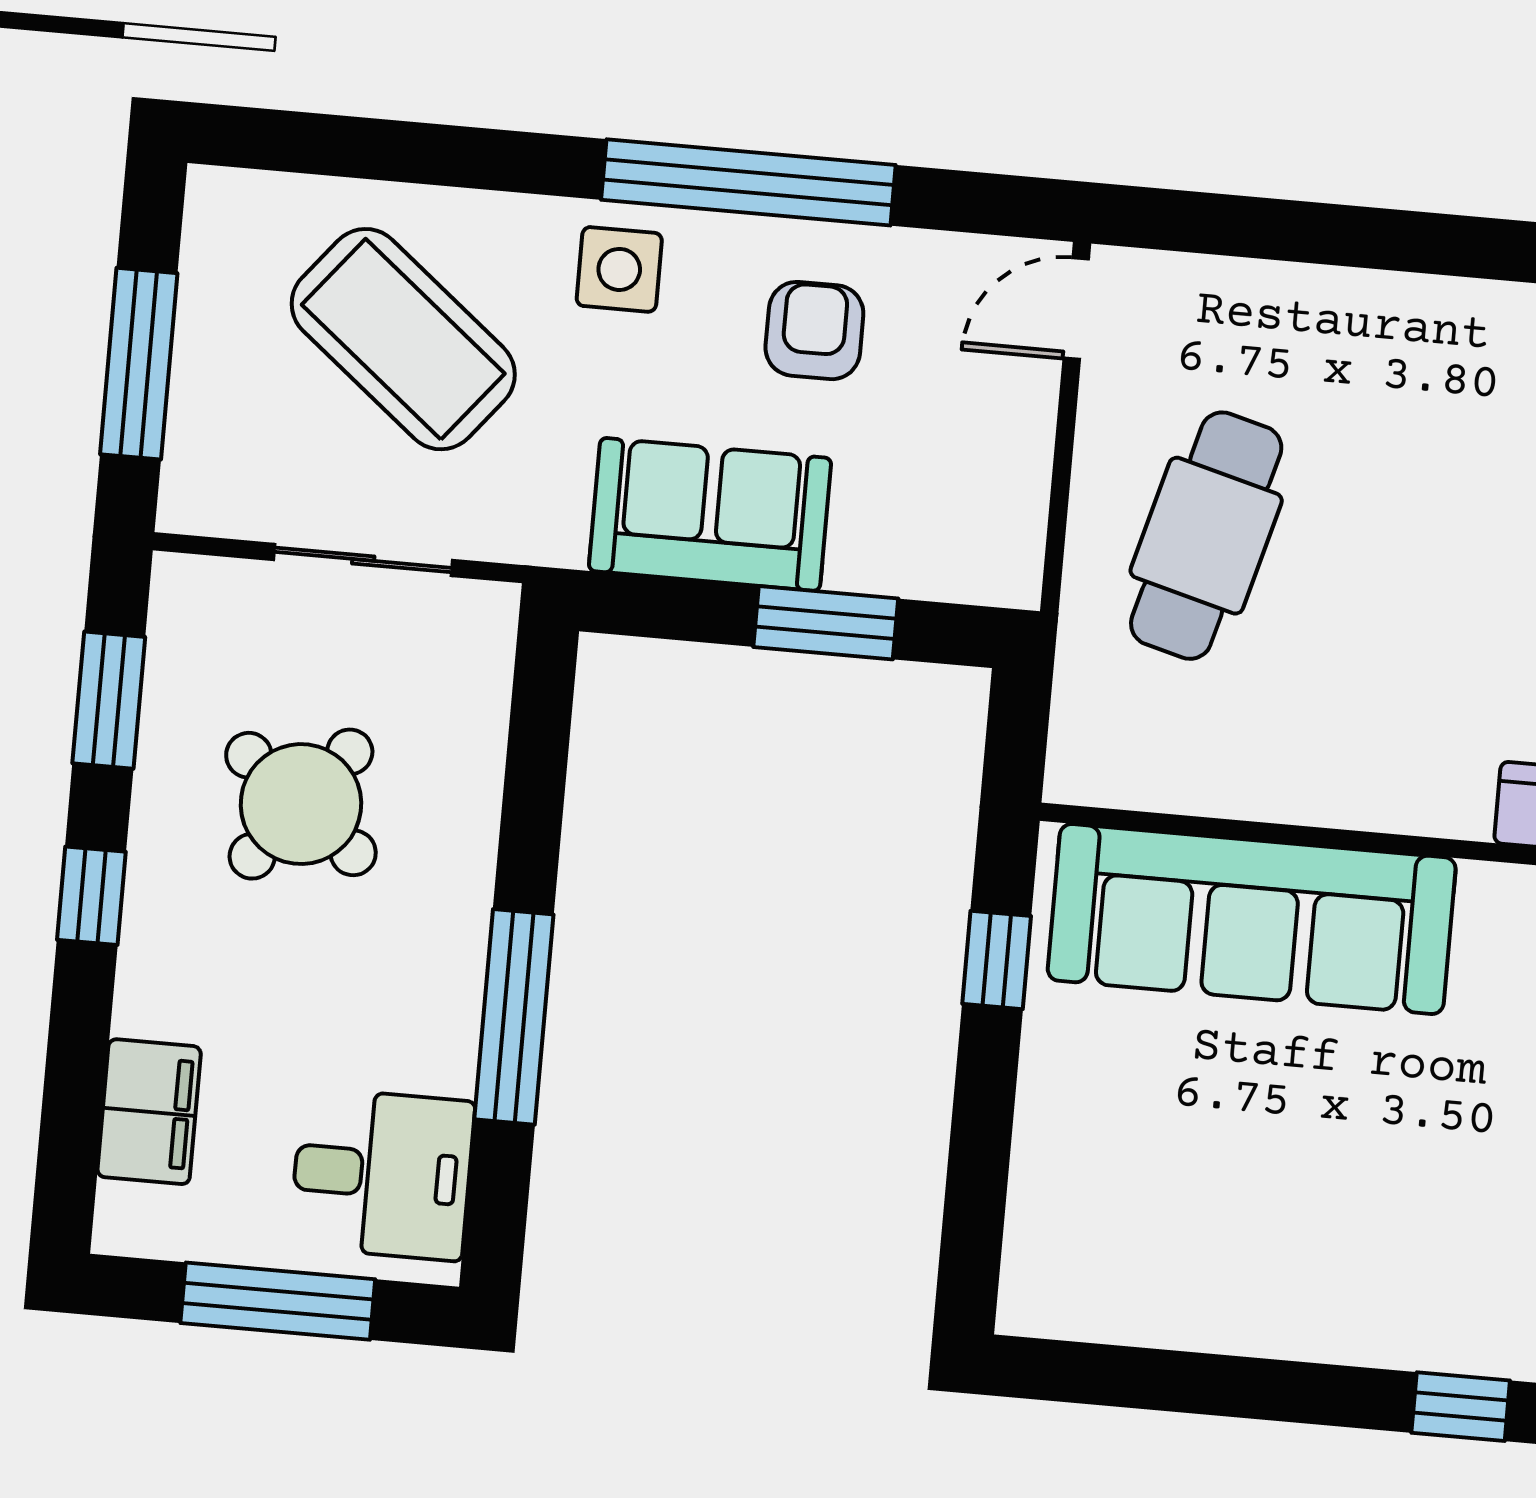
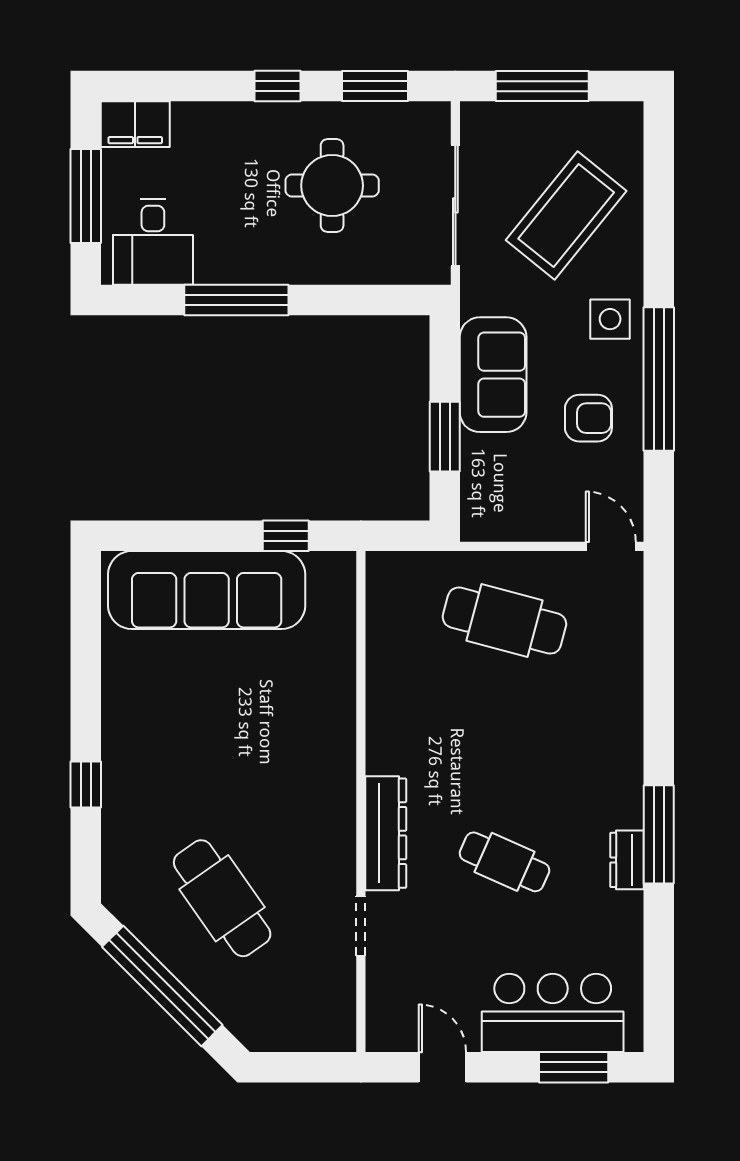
sliding door: (363, 560) -> (455, 205), width x1.37
round table: (301, 804) -> (332, 186), turned -38
sofa: (1252, 919) -> (207, 590), moved, turned -90
filing cabinet: (149, 1112) -> (135, 124), moved

